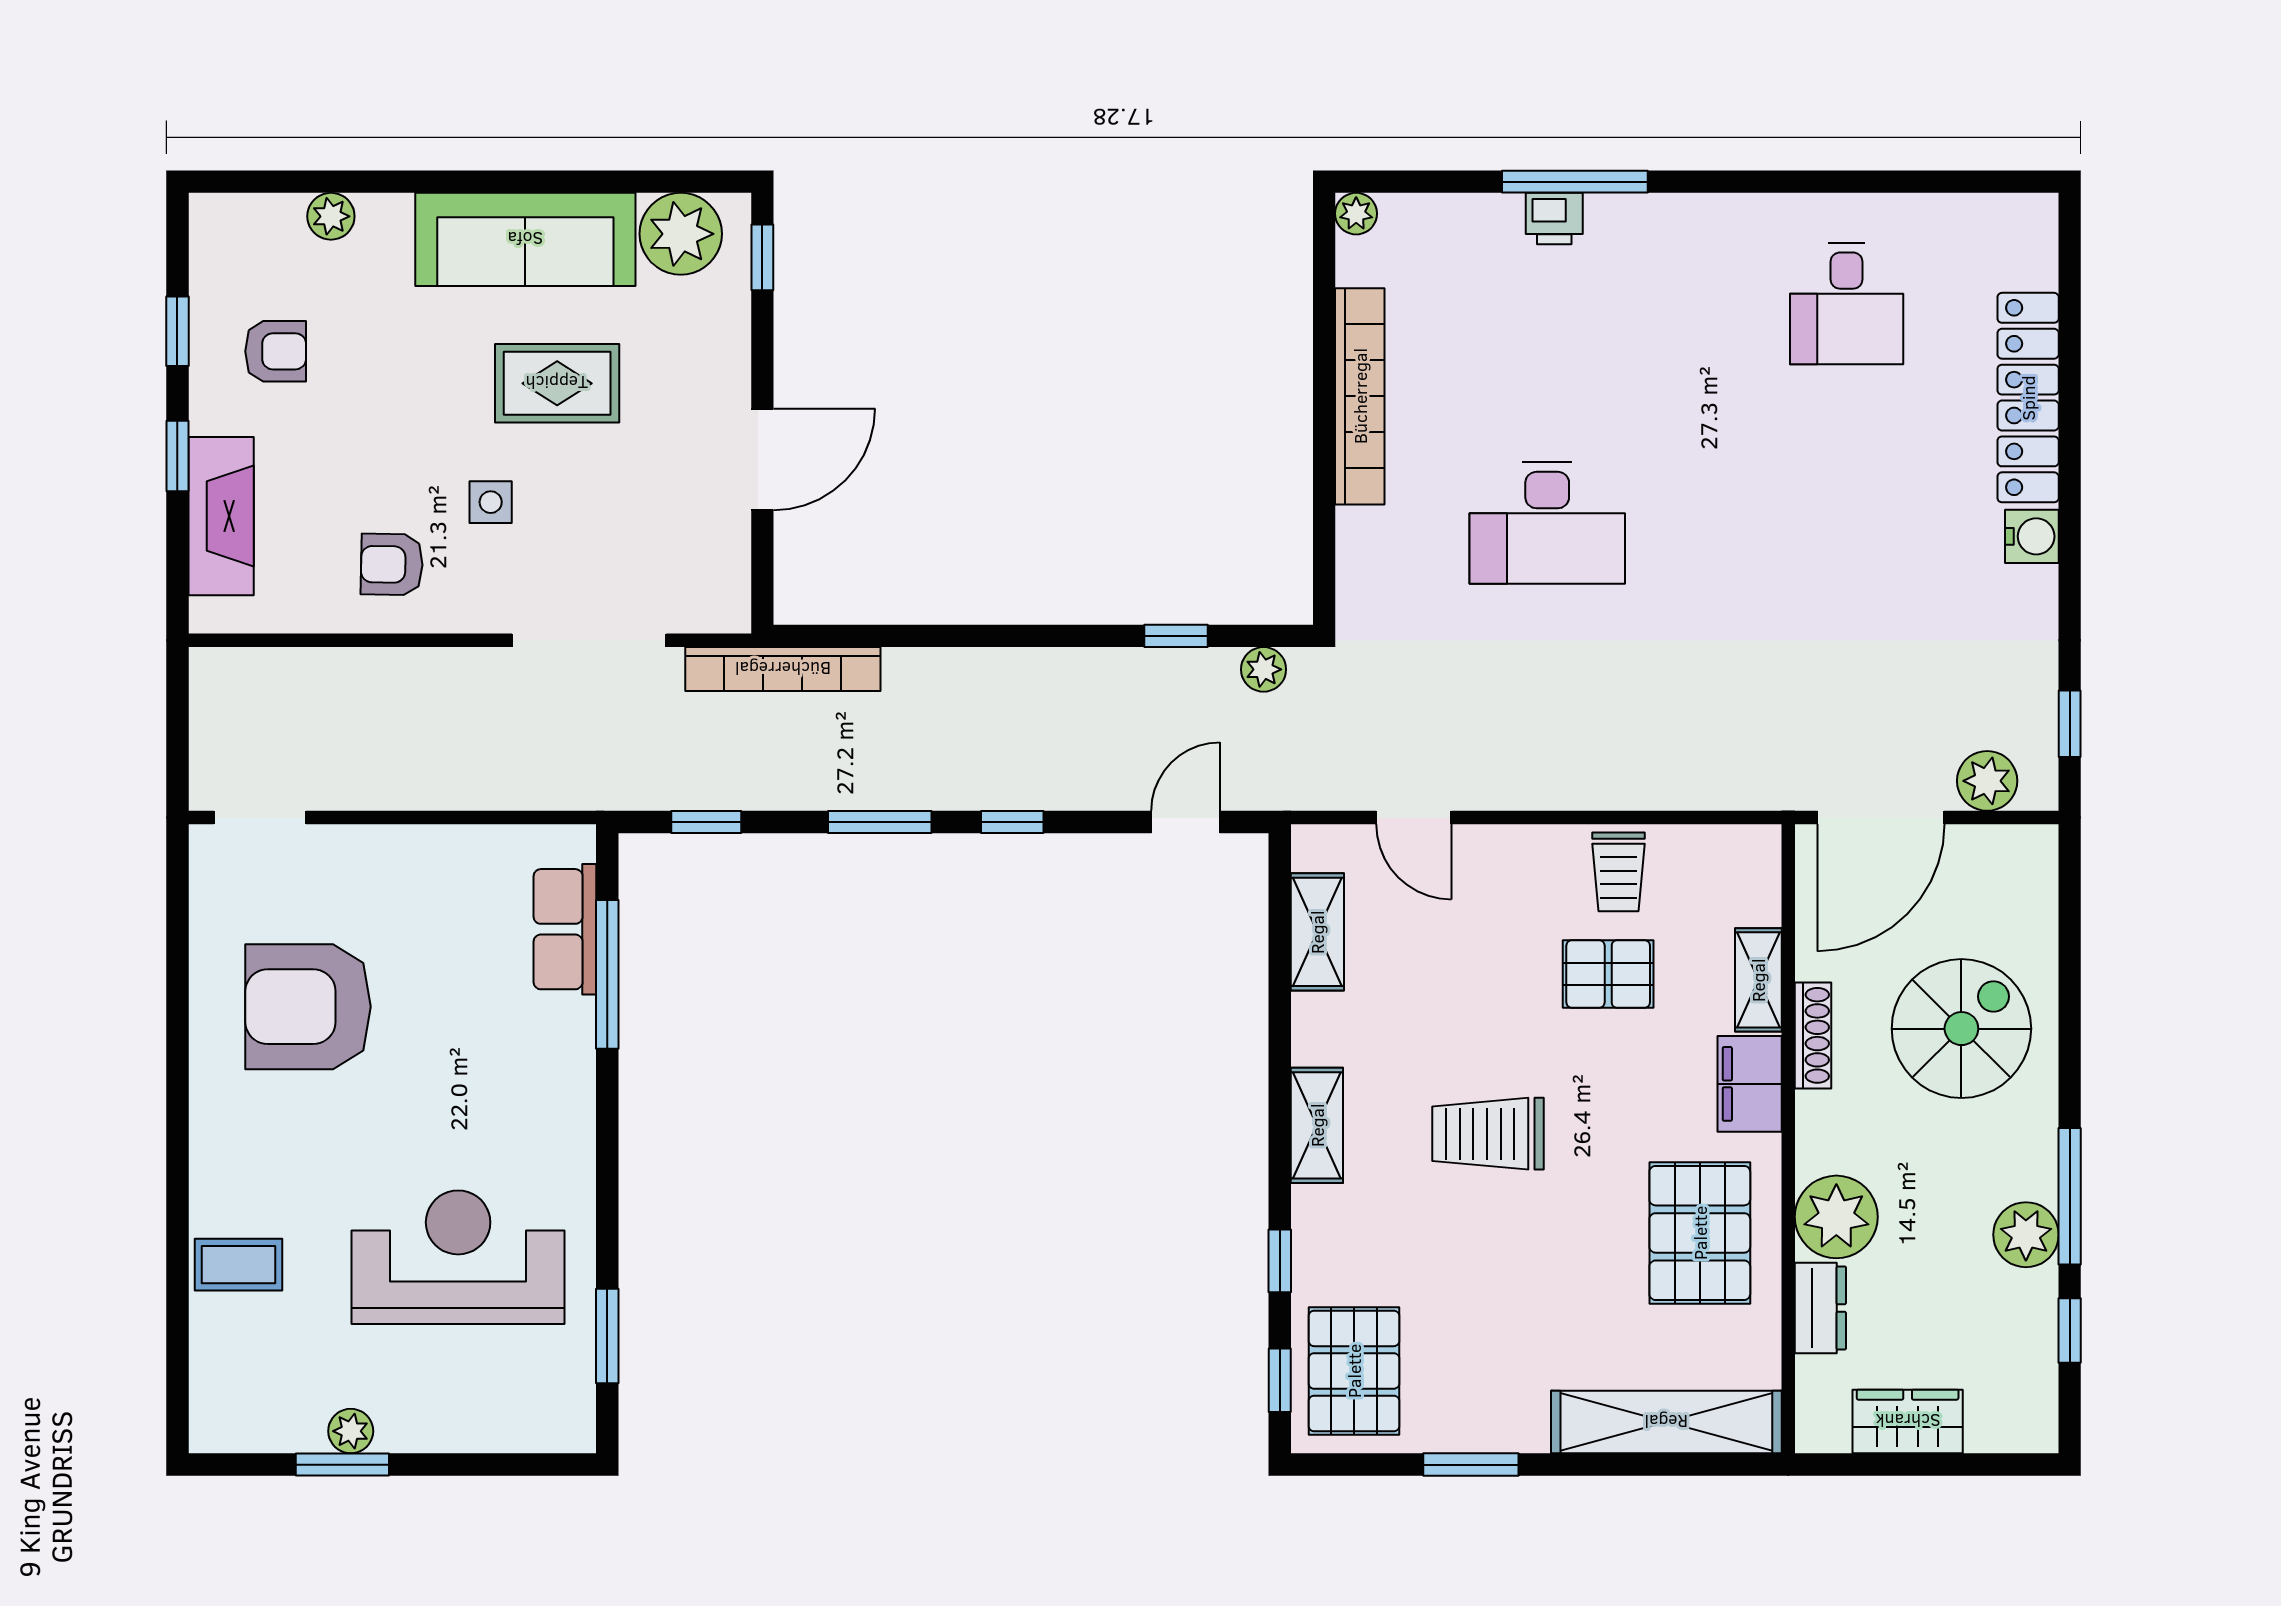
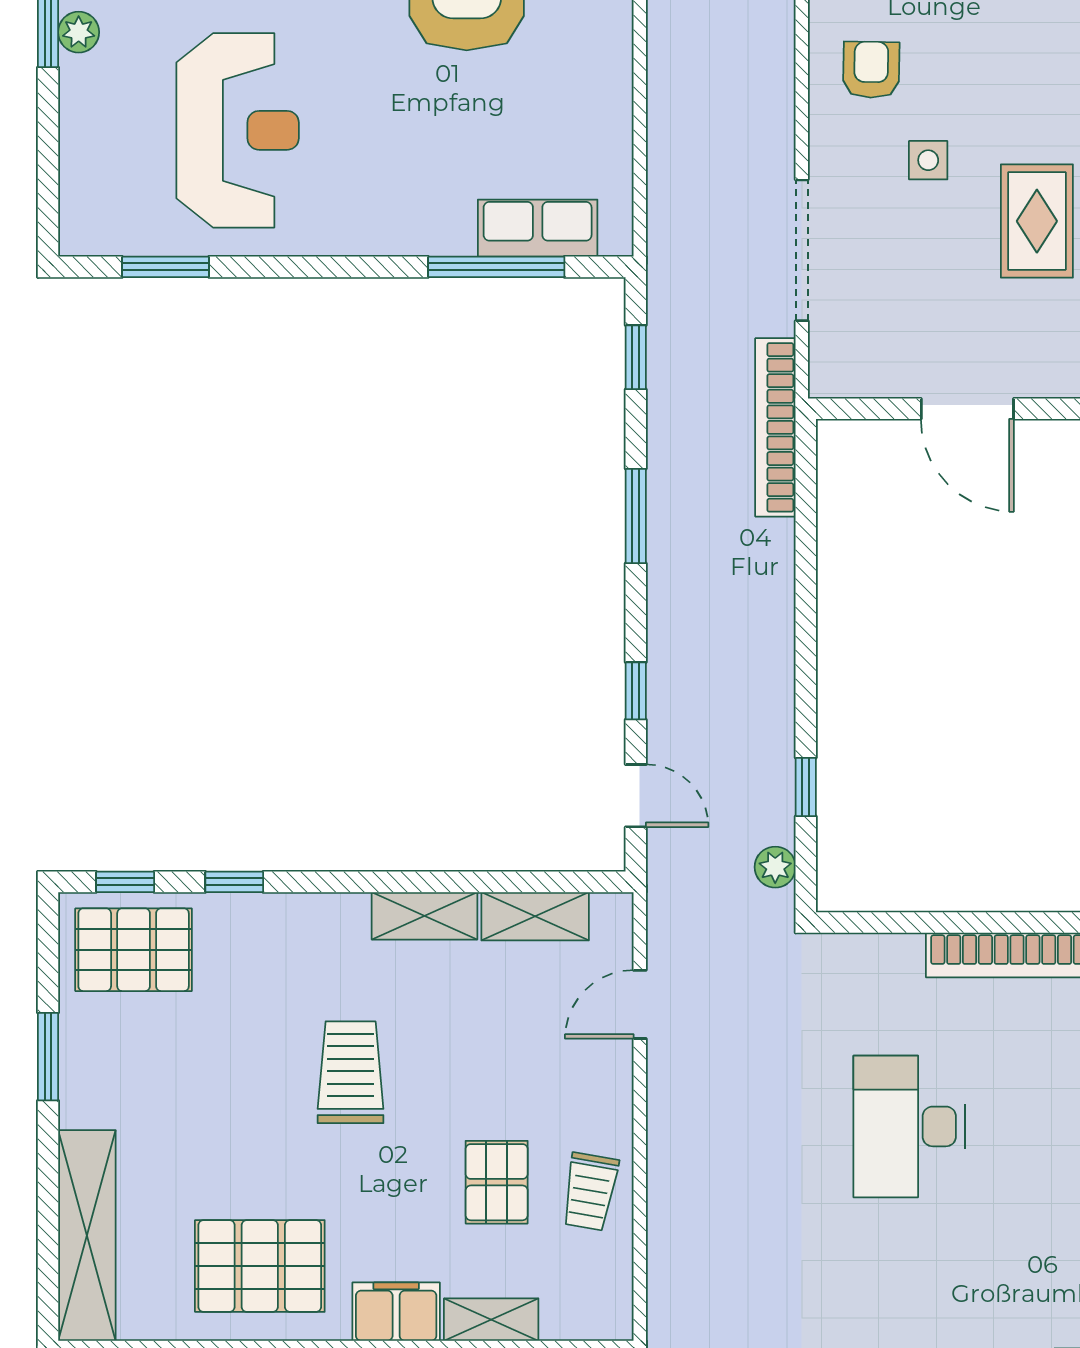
window: (1012, 822) -> (636, 691), moved
trolley: (1618, 872) -> (590, 1192), turned -80
shelving: (1317, 1125) -> (425, 916), moved

